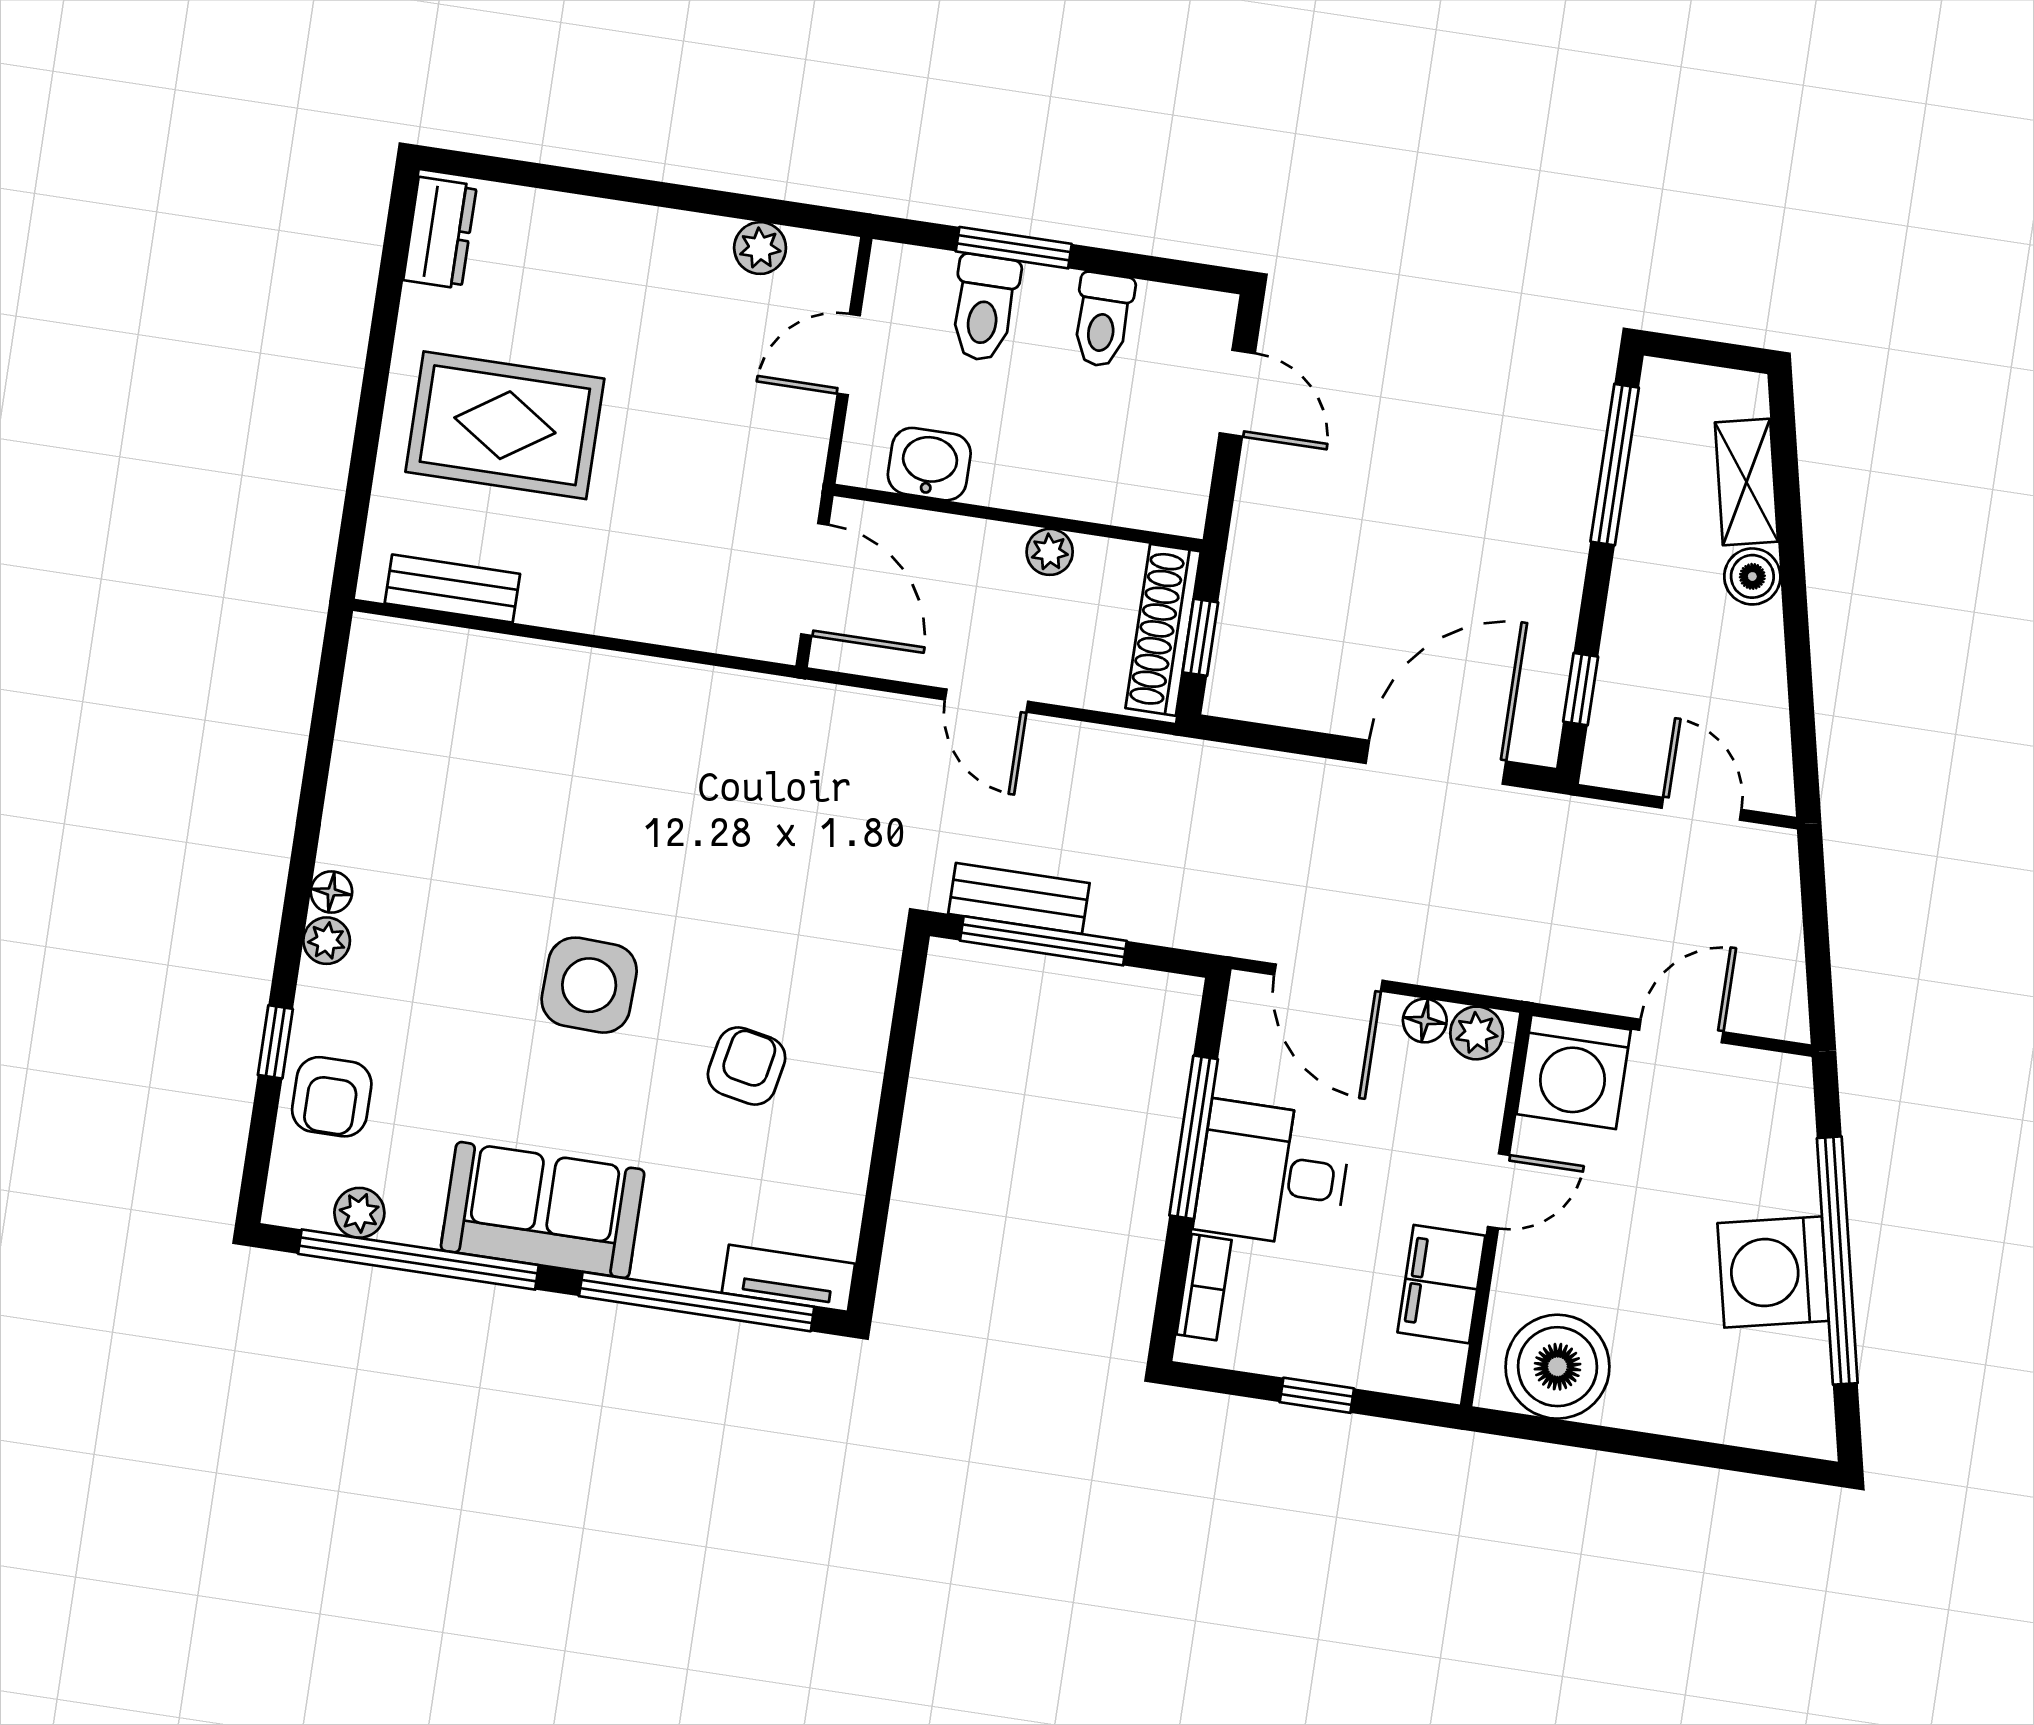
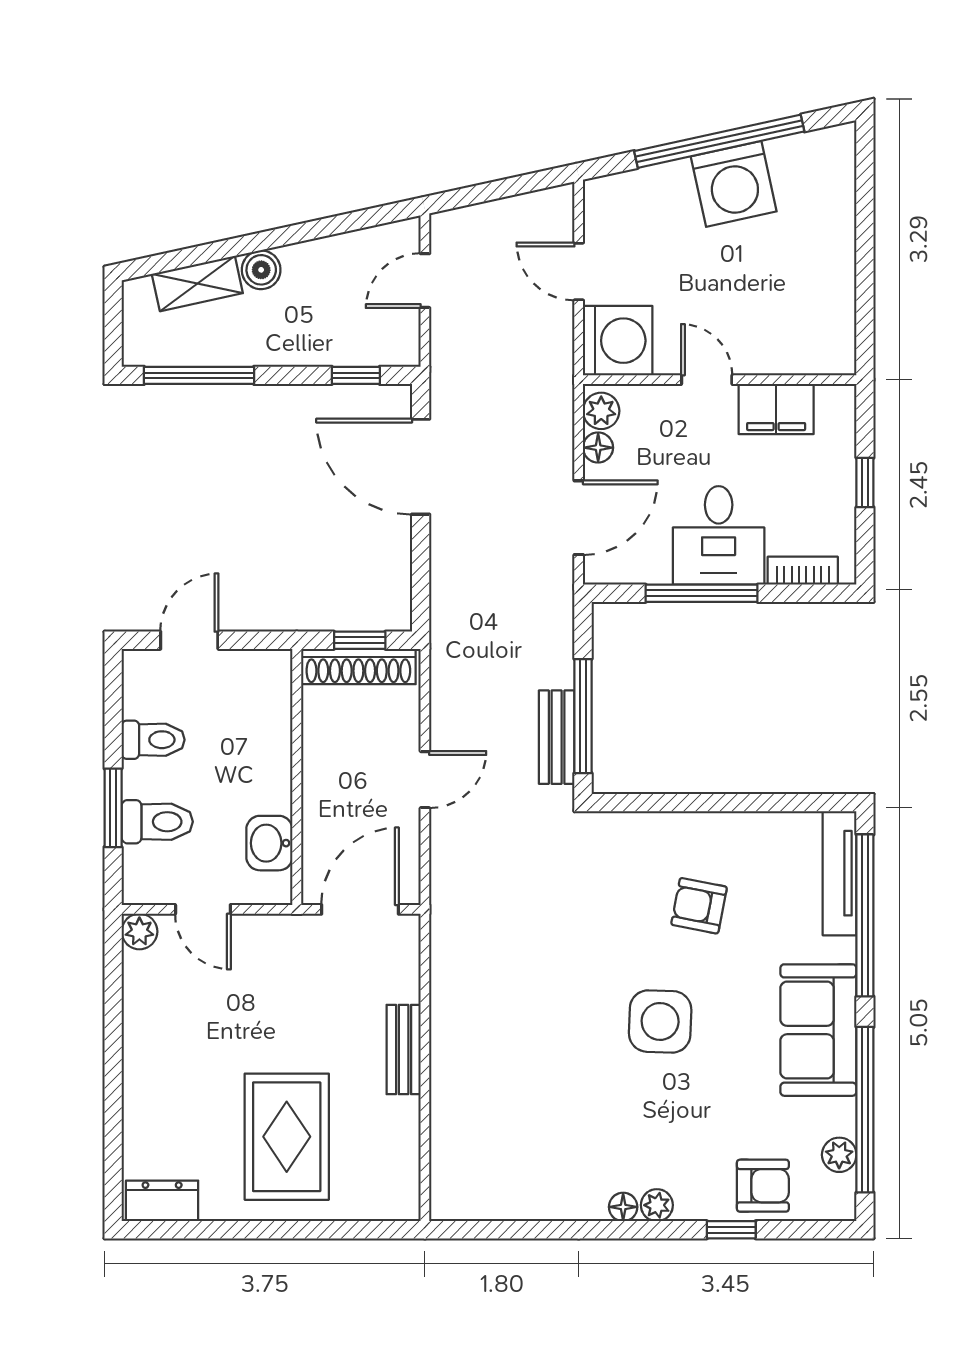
plant: (760, 248) -> (139, 932), moved
plant: (1050, 552) -> (317, 752), removed
bench: (452, 589) -> (404, 1050), moved
tv unit: (788, 1278) -> (840, 873), width x1.41
boiler: (1557, 1367) -> (821, 321), removed

